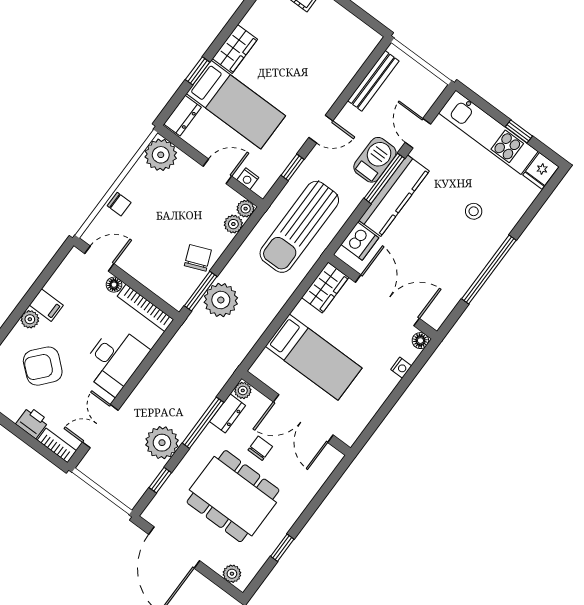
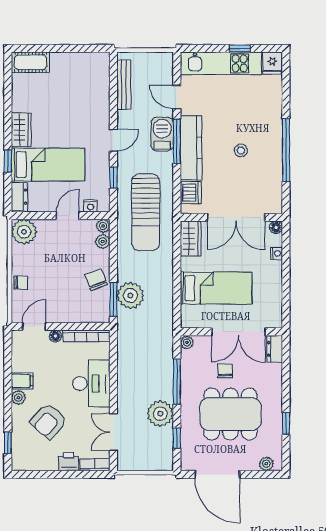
stool: (474, 211) -> (241, 150), moved
double door: (387, 300) -> (236, 217), swing flipped
dresser: (228, 413) -> (275, 349), moved, turned 180

